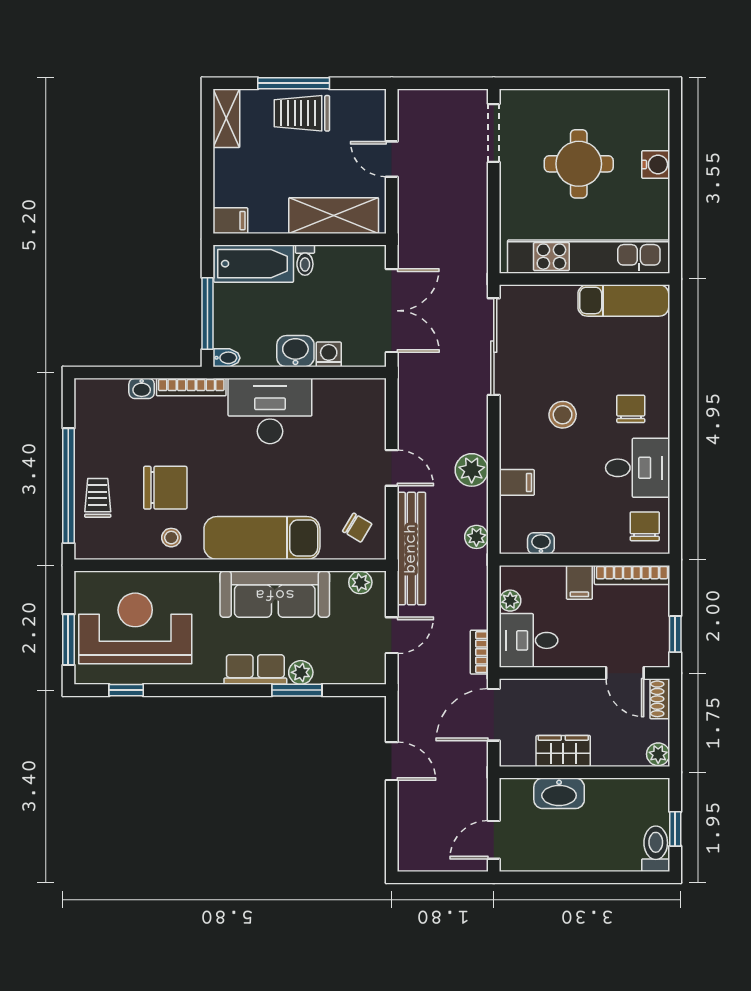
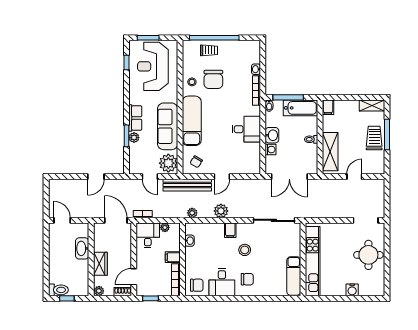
round table: (579, 164) -> (368, 255), moved
bathtub: (254, 264) -> (301, 108), moved, turned -90
desk: (270, 411) -> (246, 129), width x0.73
filing cabinet: (517, 482) -> (230, 230), moved
plant: (360, 582) -> (168, 163), width x1.88, depth x1.88
reception desk: (135, 628) -> (153, 66), turned 180
wardrobe: (563, 751) -> (100, 264), moved

